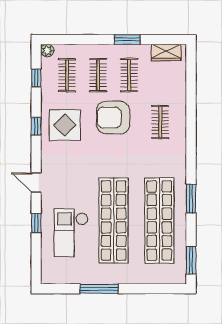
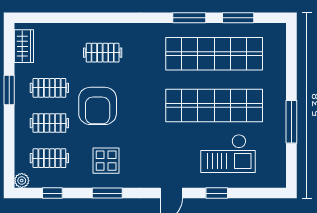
display table: (65, 125) -> (106, 161), width x0.73, depth x0.73
window: (36, 126) -> (107, 193), width x1.50
window: (191, 260) -> (238, 18), moved

